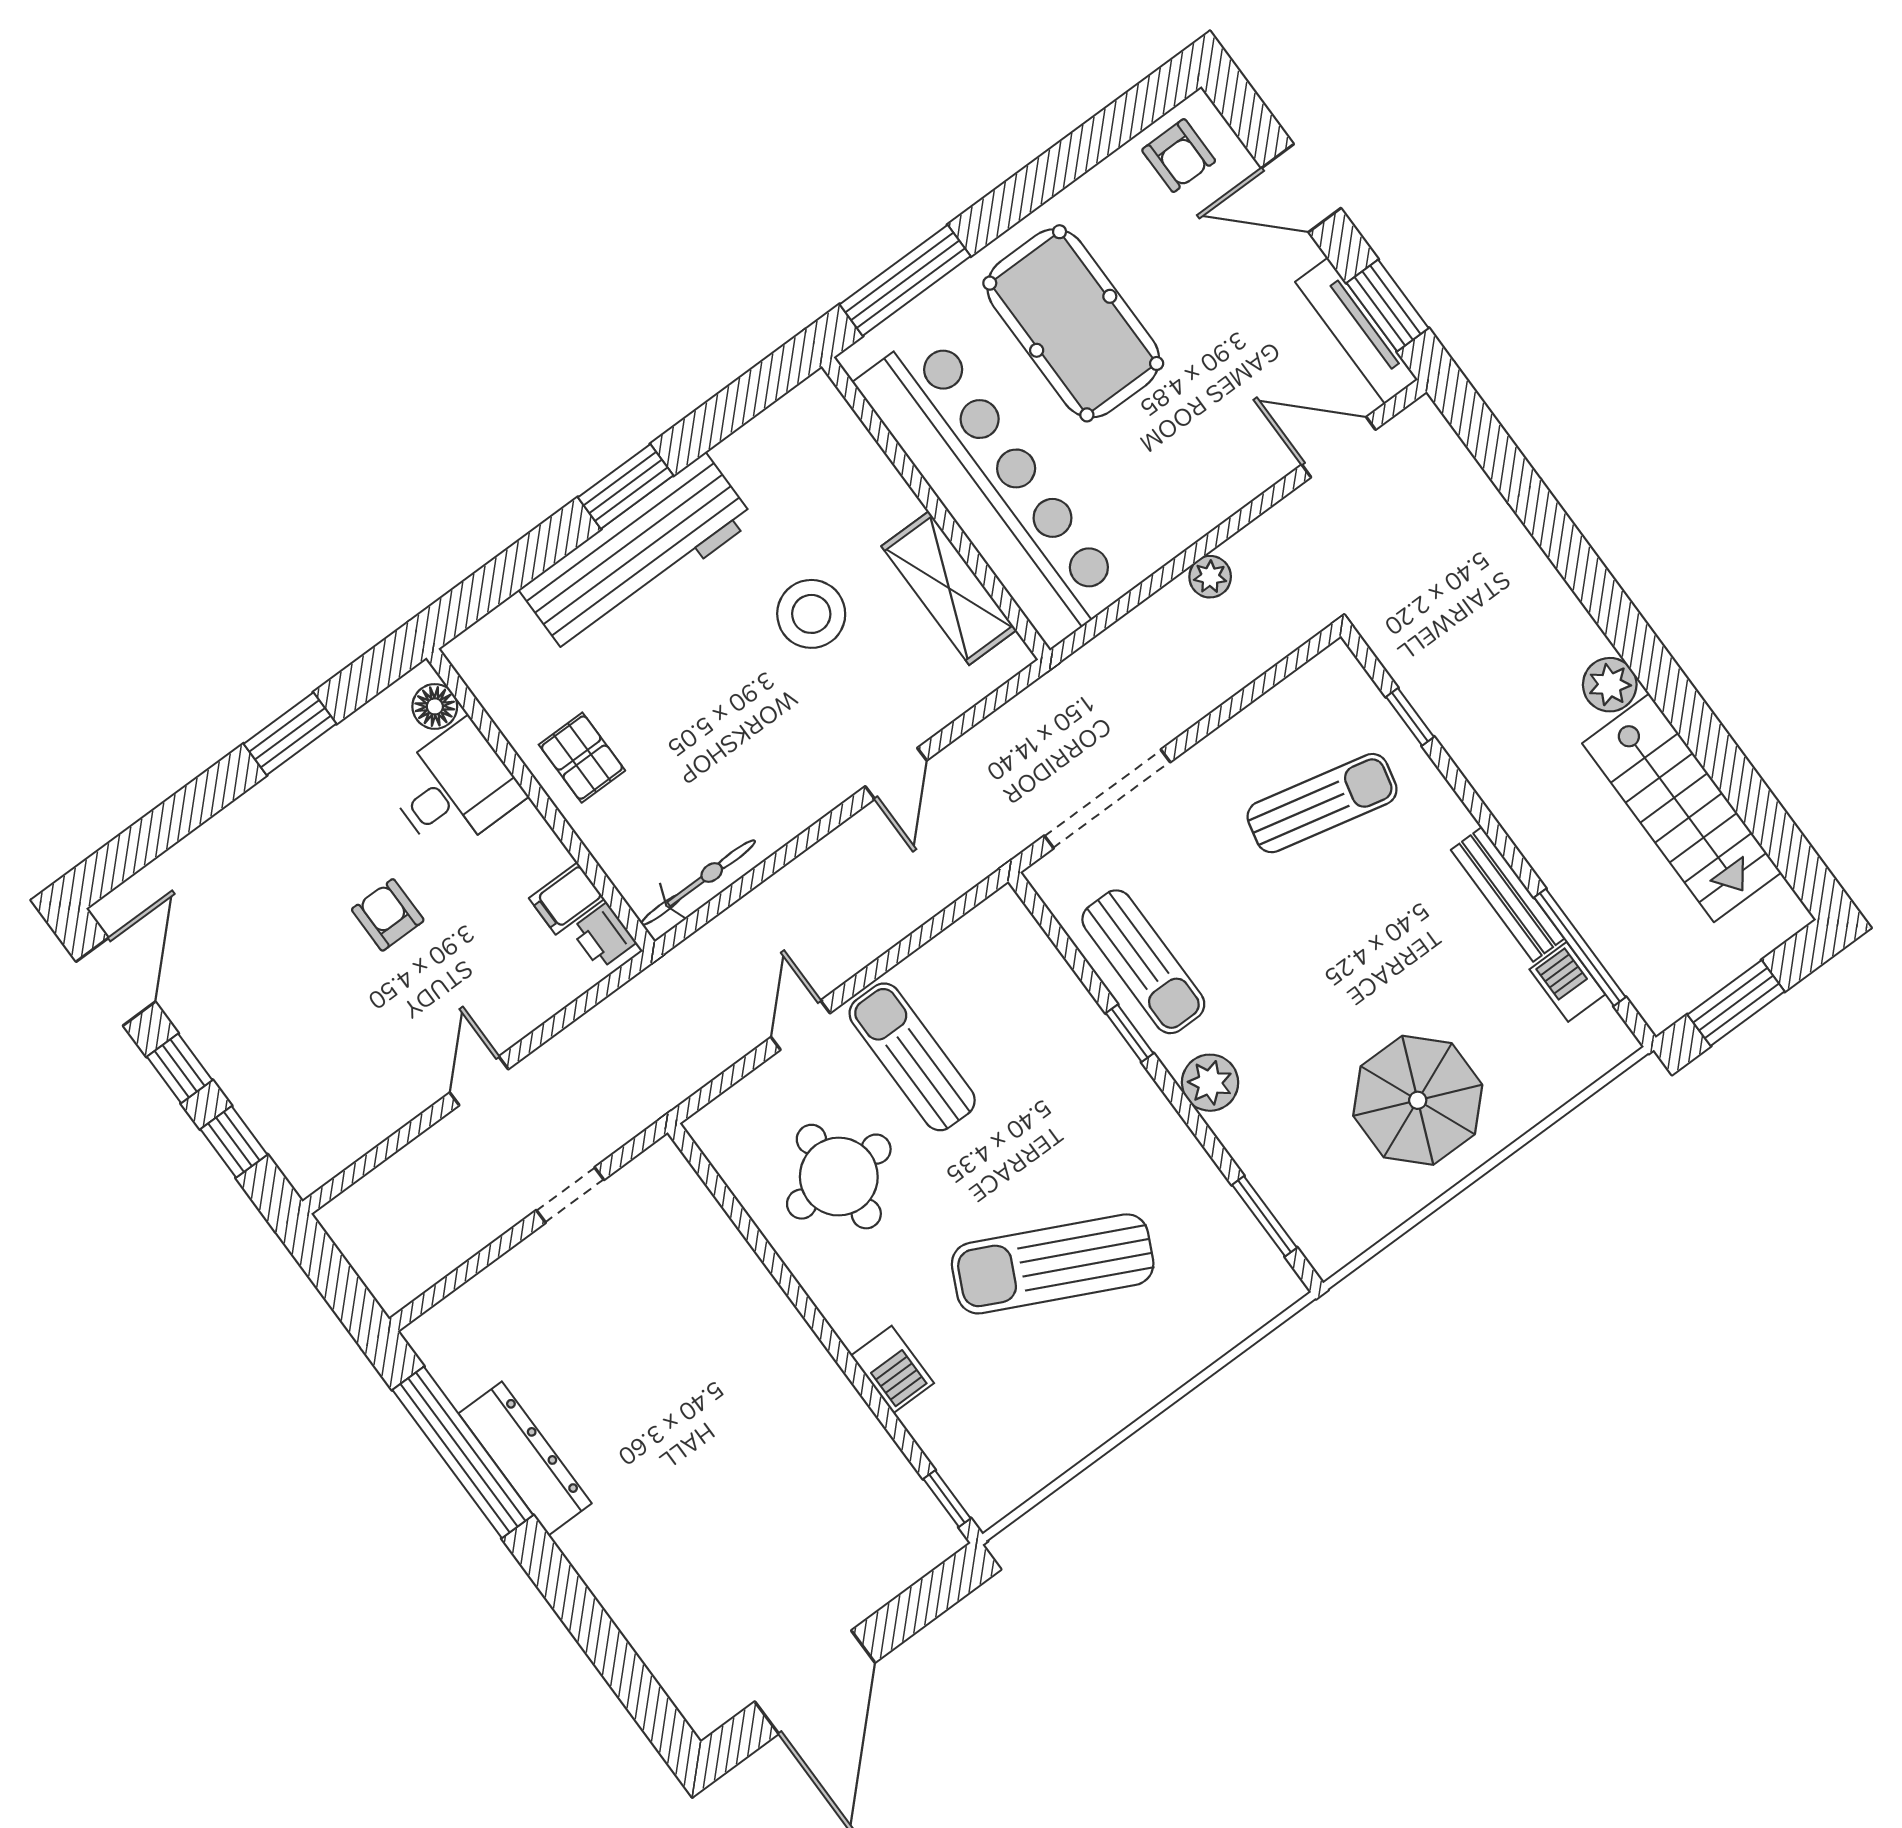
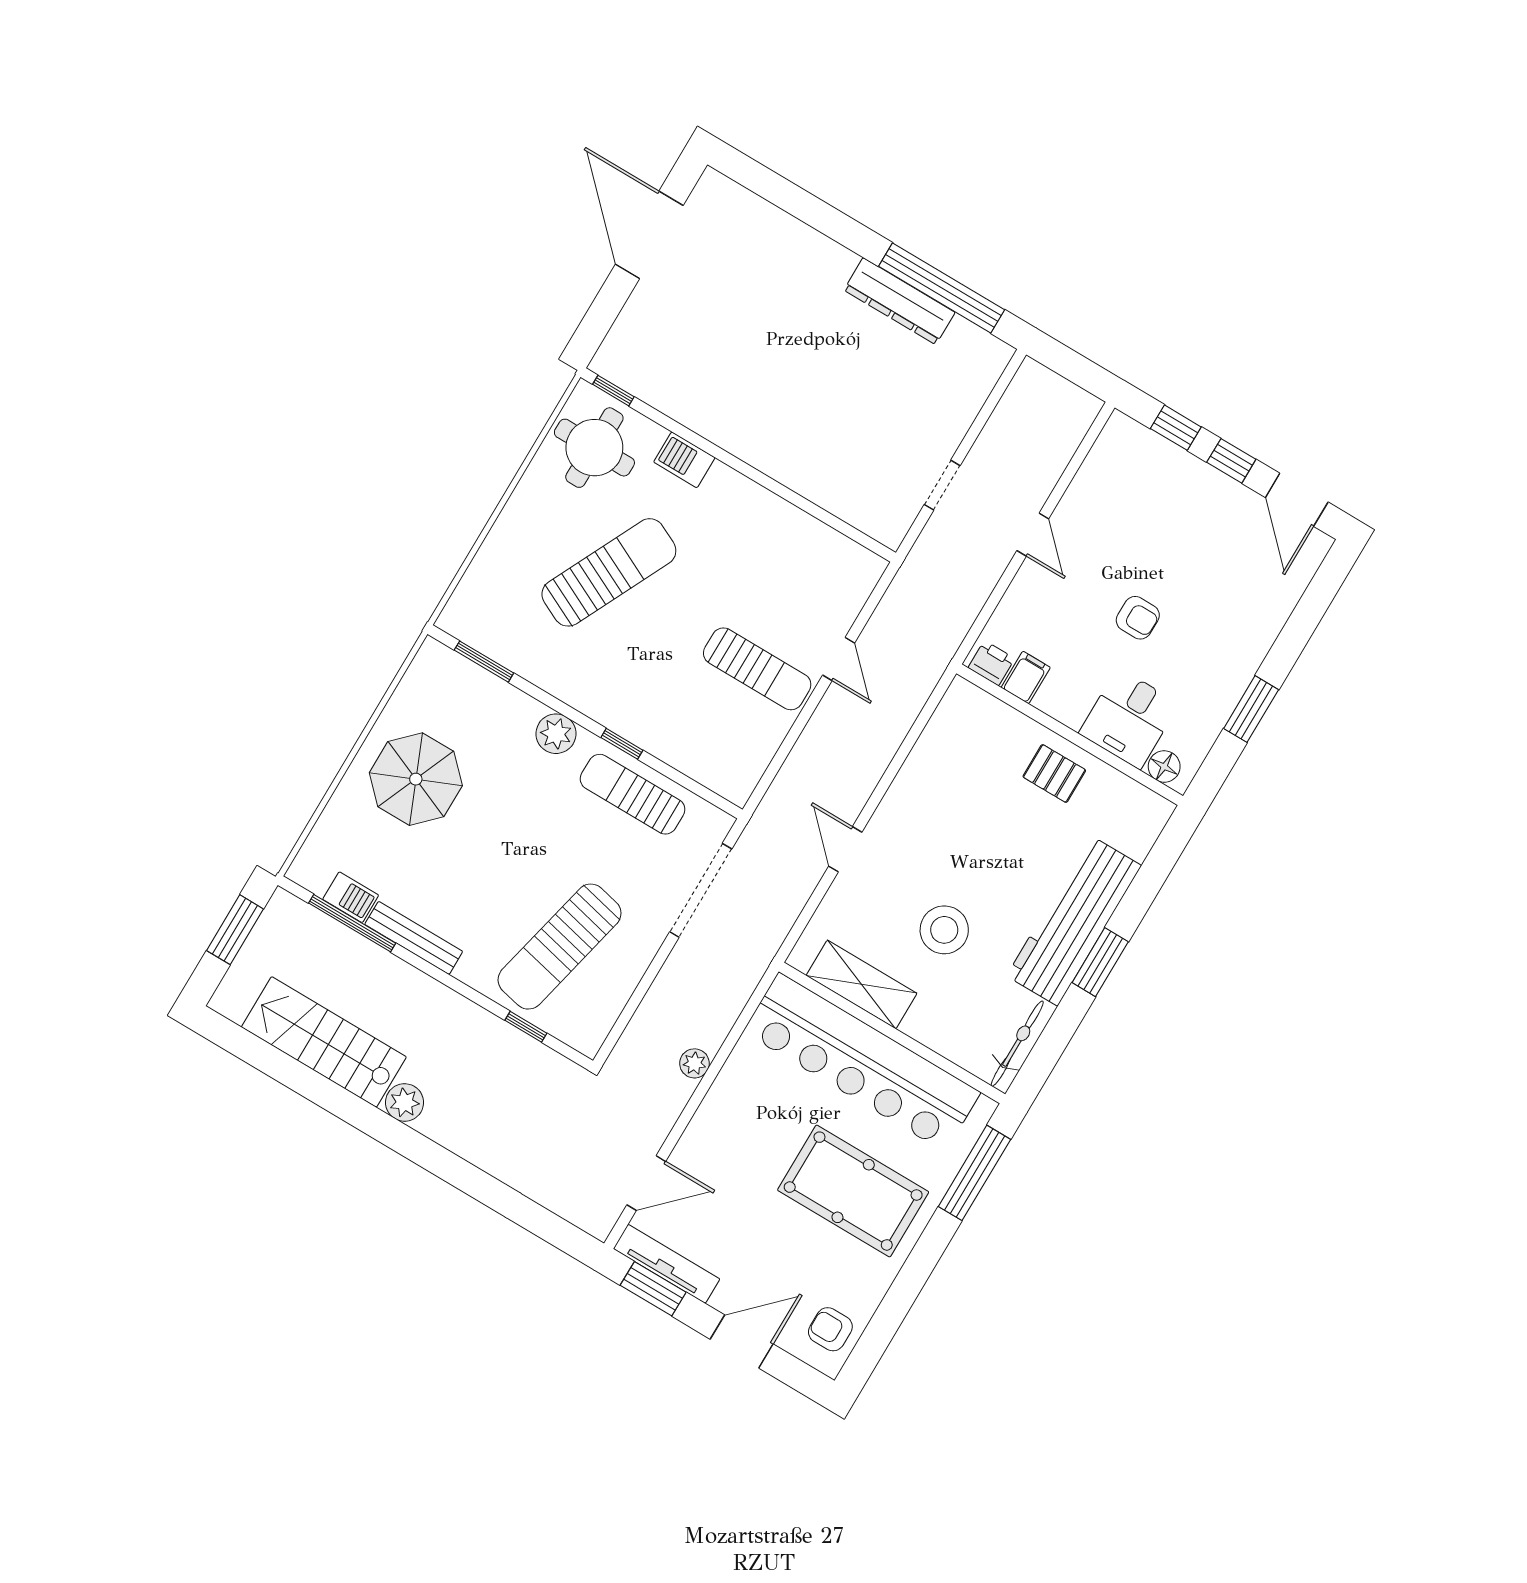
sun lounger: (1322, 803) -> (560, 947), width x1.36, depth x1.34
bicycle: (698, 883) -> (1017, 1044), moved, turned 180
round table: (839, 1177) -> (594, 448), moved

